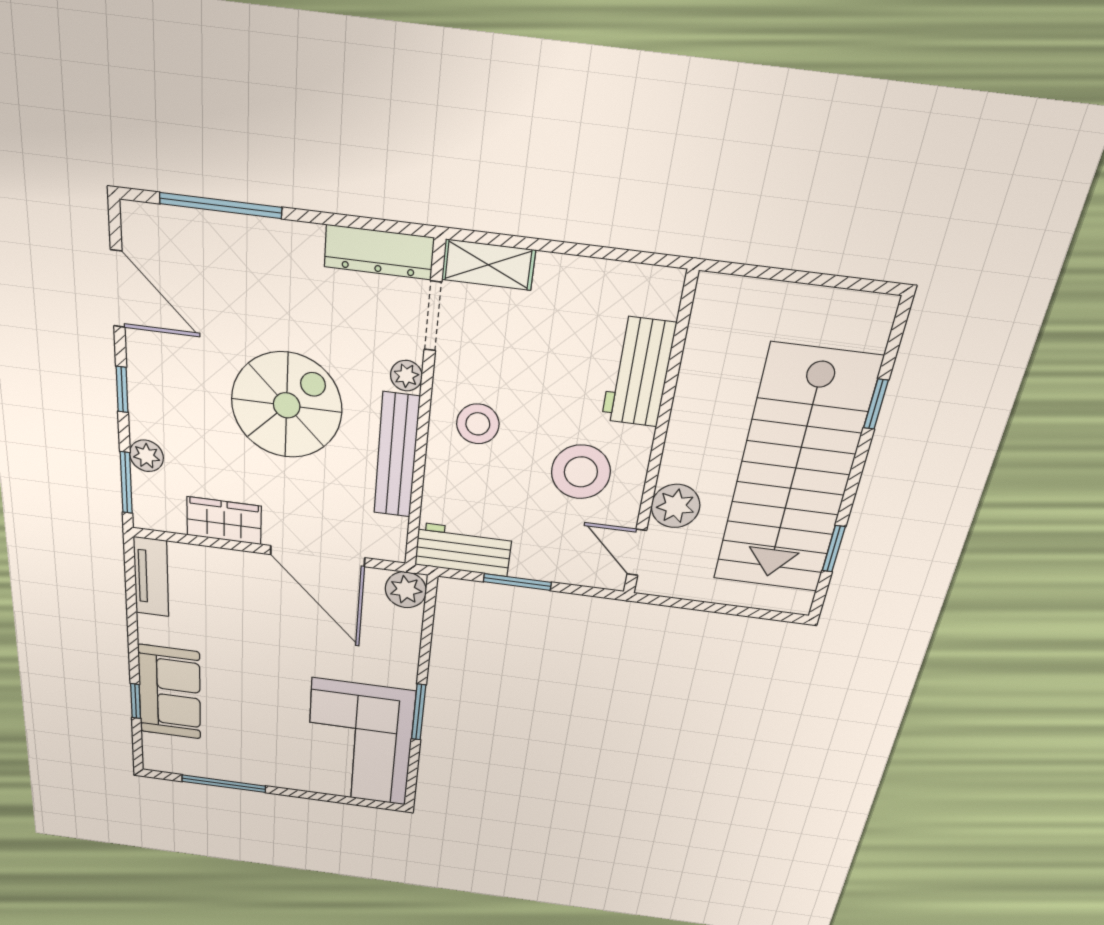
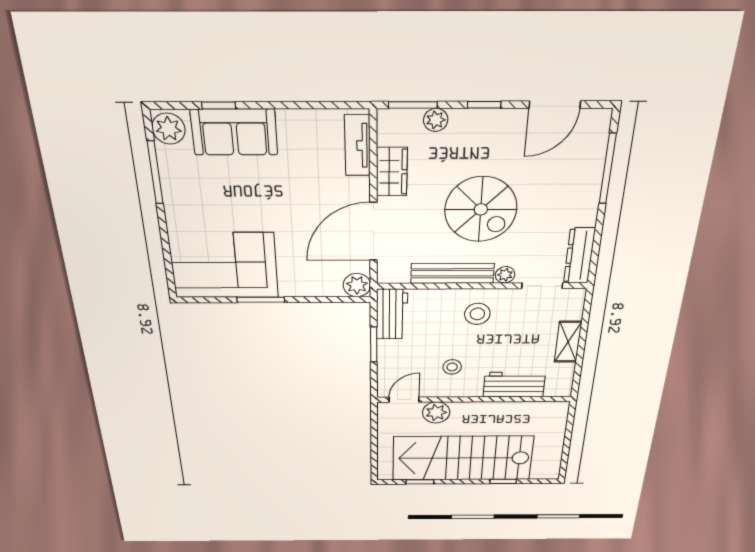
shelving: (488, 265) -> (568, 342), moved
stool: (581, 472) -> (452, 367), width x0.53, depth x0.53
tv unit: (151, 577) -> (357, 145), moved, turned 90
plant: (167, 757) -> (169, 129), added

